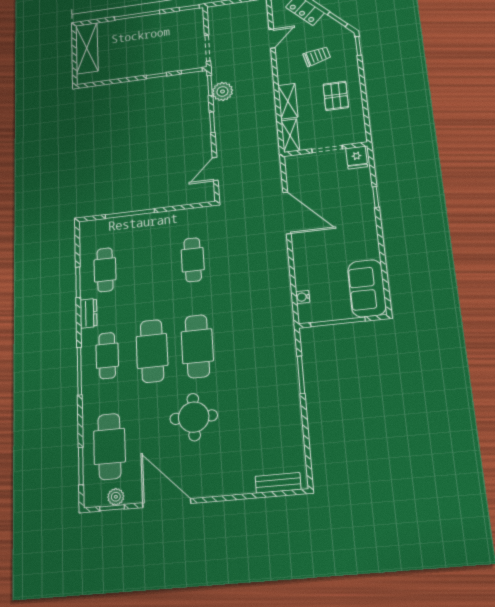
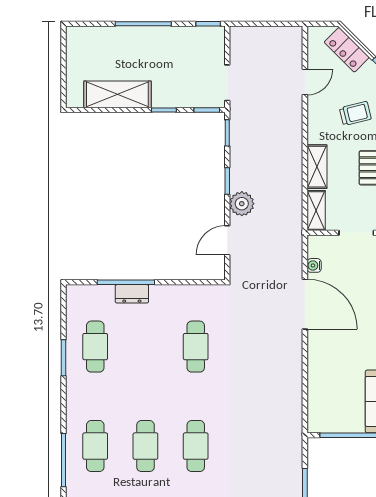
shelving: (87, 48) -> (117, 94), moved, turned 90
plant: (222, 91) -> (242, 204), moved
water cooler: (303, 297) -> (314, 265), moved
dresser: (88, 313) -> (132, 294), moved, turned 90
cafe table: (197, 346) -> (196, 446), width x0.73, depth x0.74
cafe table: (152, 351) -> (145, 446), width x0.73, depth x0.74

